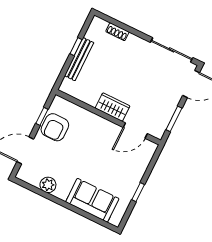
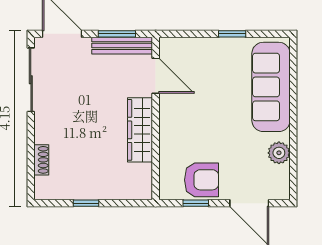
bench: (79, 59) -> (122, 46), moved
wardrobe: (113, 107) -> (140, 130), width x1.50
sofa: (92, 200) -> (271, 87), width x1.36

